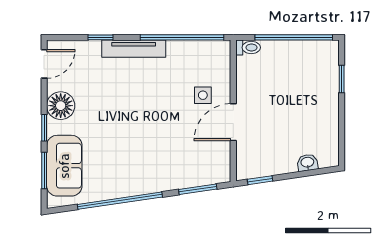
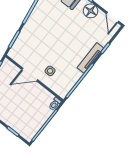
door: (233, 122) -> (30, 75), swing flipped

